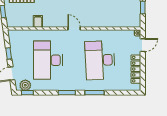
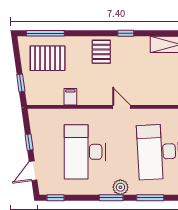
plant: (25, 85) -> (120, 187), moved

